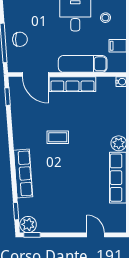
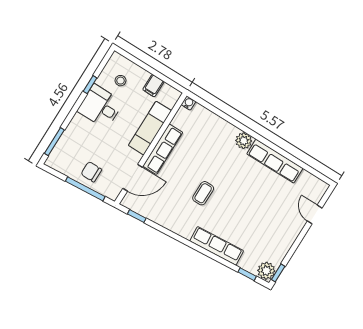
chair: (20, 39) -> (91, 172), turned -90
door: (96, 235) -> (315, 215), hinge flipped

